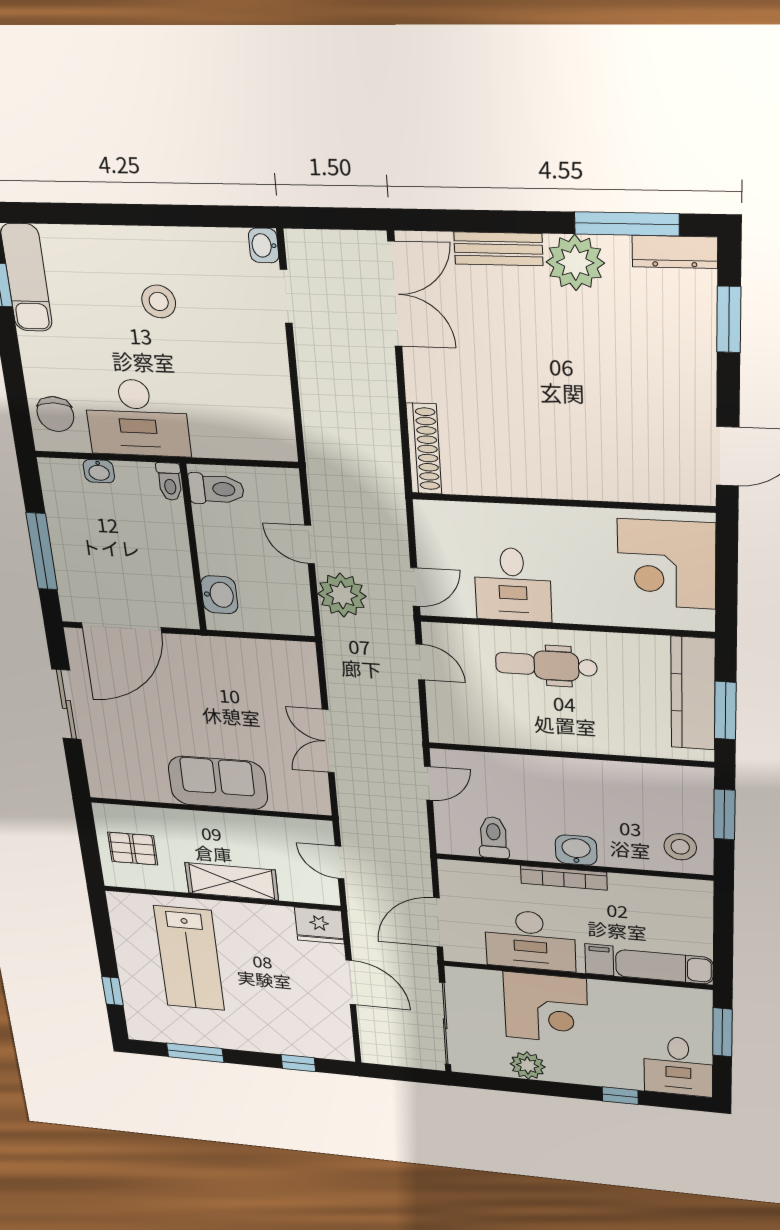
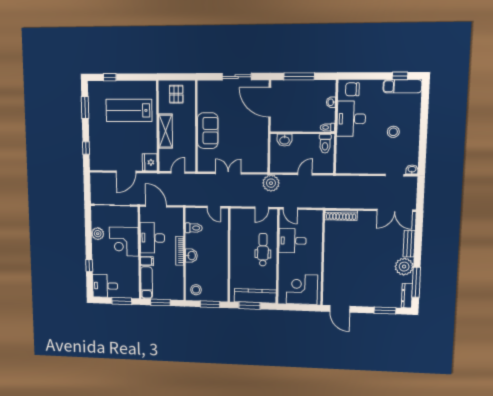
plant: (342, 595) -> (271, 183), moved
window: (723, 939) -> (160, 302), added

